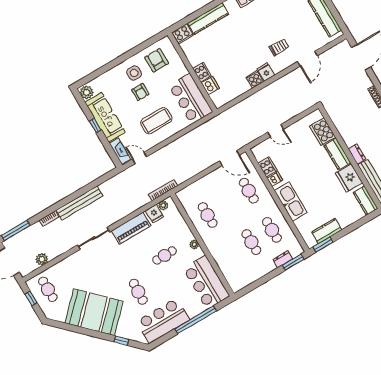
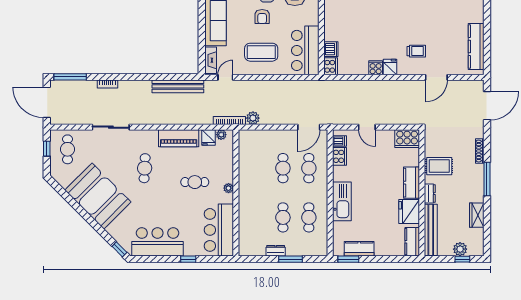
cooker: (202, 72) -> (331, 66), moved
window: (95, 125) -> (202, 23), removed
rug: (351, 128) -> (439, 166), added
cooker: (323, 131) -> (407, 139), moved, turned -90
door: (140, 158) -> (225, 77), hinge flipped
door: (229, 158) -> (309, 127), hinge flipped
dishwasher: (275, 179) -> (339, 141), moved
bench: (79, 203) -> (178, 86), moved
cafe table: (208, 215) -> (283, 168), moved
sliding door: (94, 238) -> (111, 127), moved
plant: (42, 259) -> (253, 118), moved
dresser: (283, 259) -> (276, 251), moved
window: (293, 262) -> (290, 259), moved
cafe table: (138, 292) -> (145, 168), moved
window: (196, 320) -> (188, 259), width x0.32
window: (121, 341) -> (119, 249), moved

